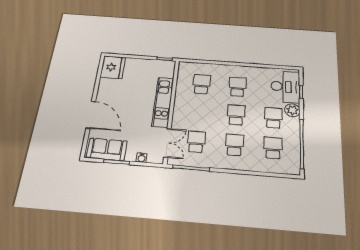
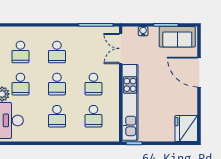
kitchen unit: (163, 102) -> (130, 102), width x1.36
school desk: (196, 142) -> (93, 84), moved

